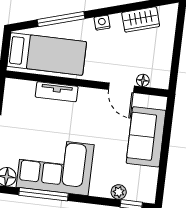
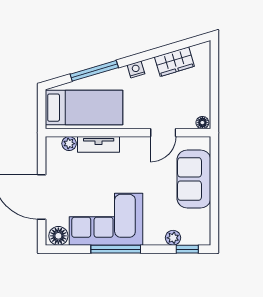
floor lamp: (143, 80) -> (202, 123), moved
plant: (28, 87) -> (69, 144), added
door: (121, 88) -> (163, 133), hinge flipped
window: (44, 194) -> (116, 249), moved

